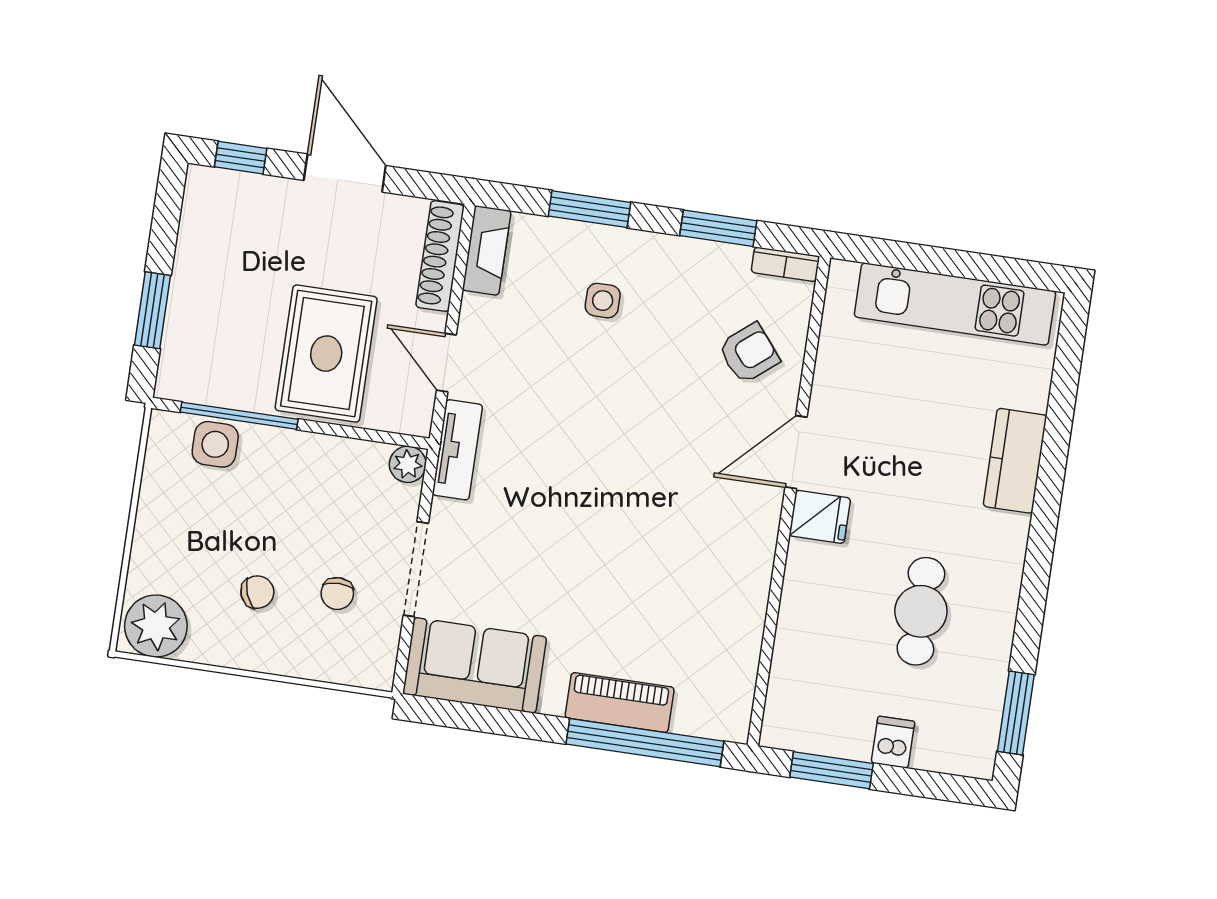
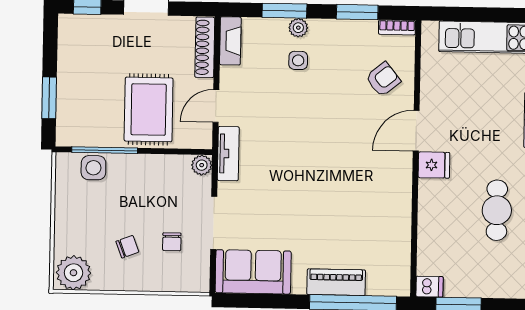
plant: (610, 242) -> (298, 28), added
door: (446, 363) -> (216, 106), hinge flipped
dishwasher: (893, 742) -> (429, 287), moved, turned 90

